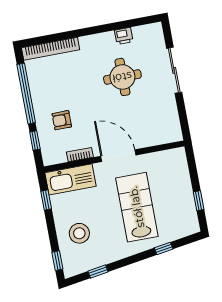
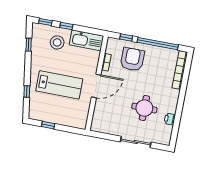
armchair: (62, 120) -> (132, 59), width x1.88, depth x1.88
kitchen sink: (70, 179) -> (86, 40), moved, turned -90
window: (46, 200) -> (66, 26), moved

